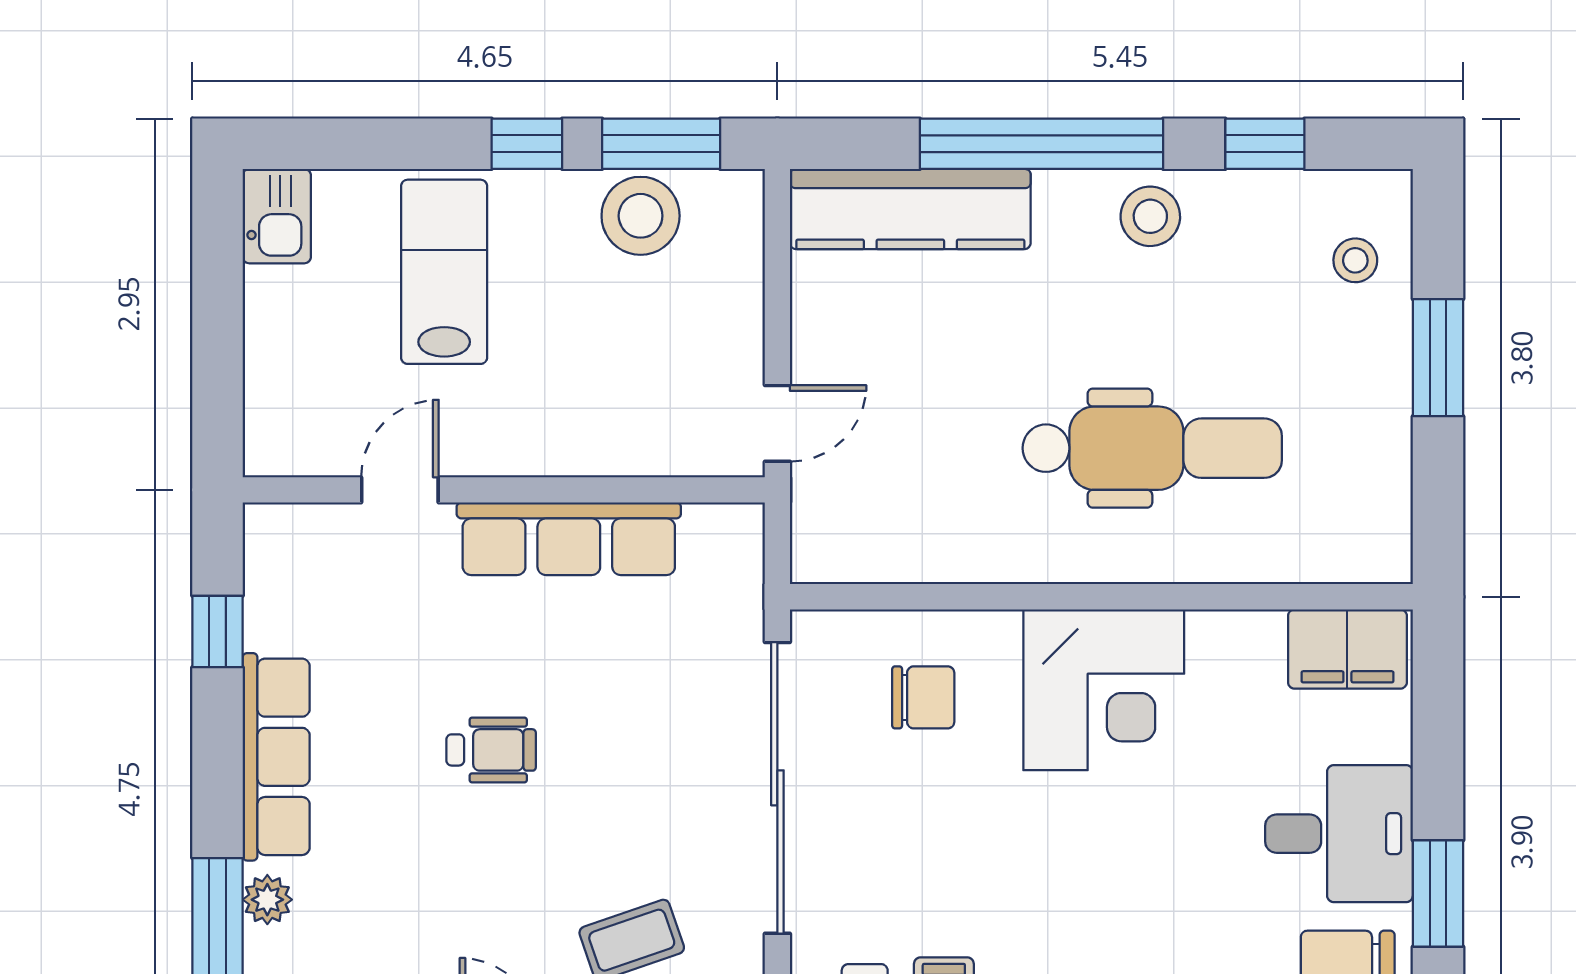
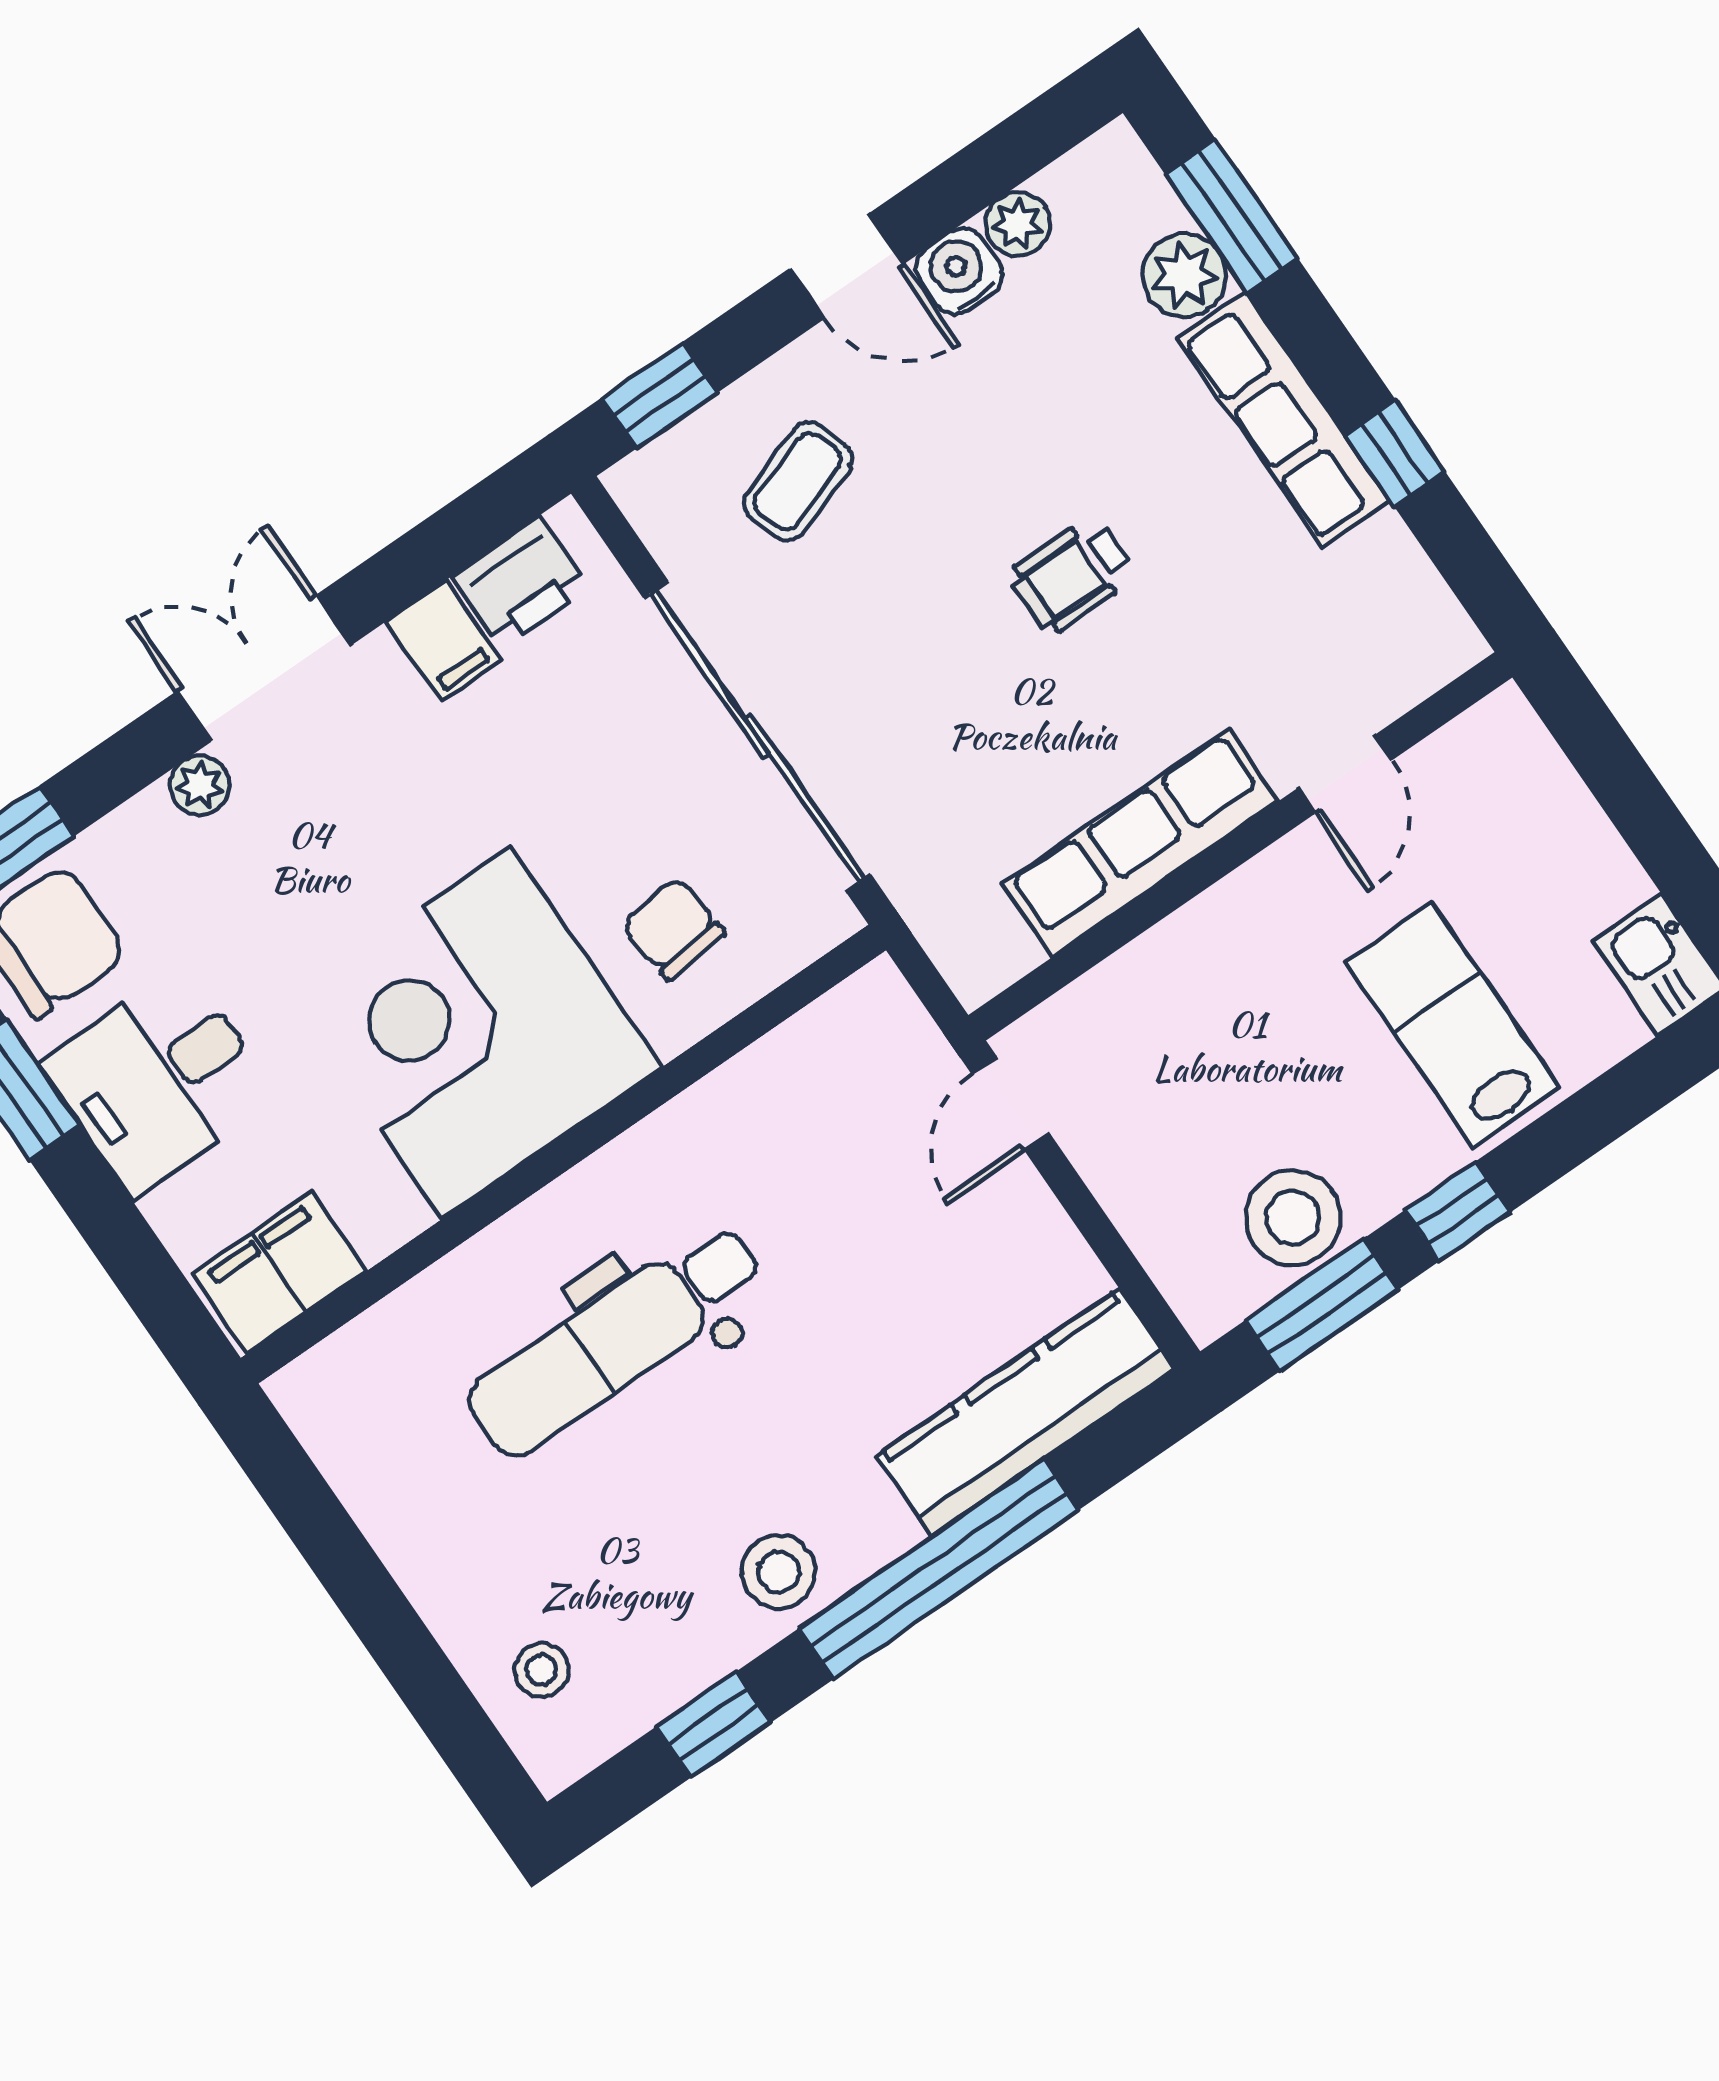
lab bench: (444, 272) -> (1452, 1025), turned 180
window: (1438, 358) -> (390, 1629), removed
window: (217, 632) -> (1395, 453), moved
corner desk: (1104, 690) -> (476, 1033), width x1.36, depth x1.36
chair: (923, 697) -> (673, 929), turned 84
plant: (267, 900) -> (1184, 275), width x1.38, depth x1.38

